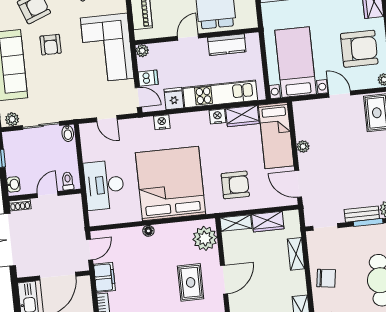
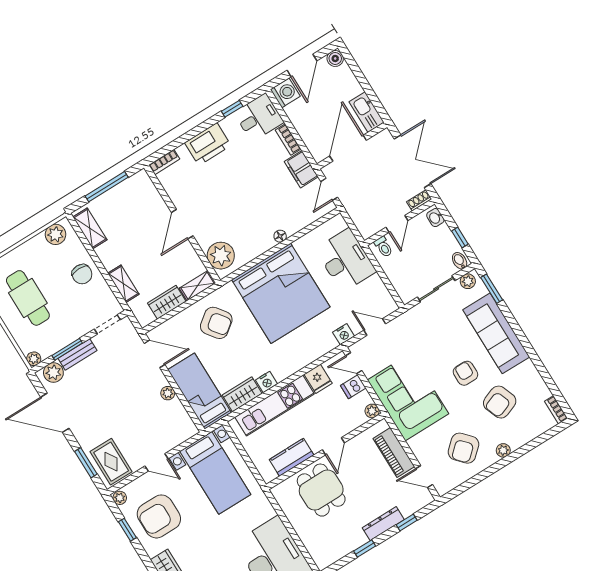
nightstand: (162, 122) -> (344, 334), moved
bidet: (68, 133) -> (460, 261), moved
armchair: (235, 185) -> (216, 323), turned -127
chair: (326, 278) -> (82, 274), turned -98
rug: (191, 282) -> (214, 205), removed

